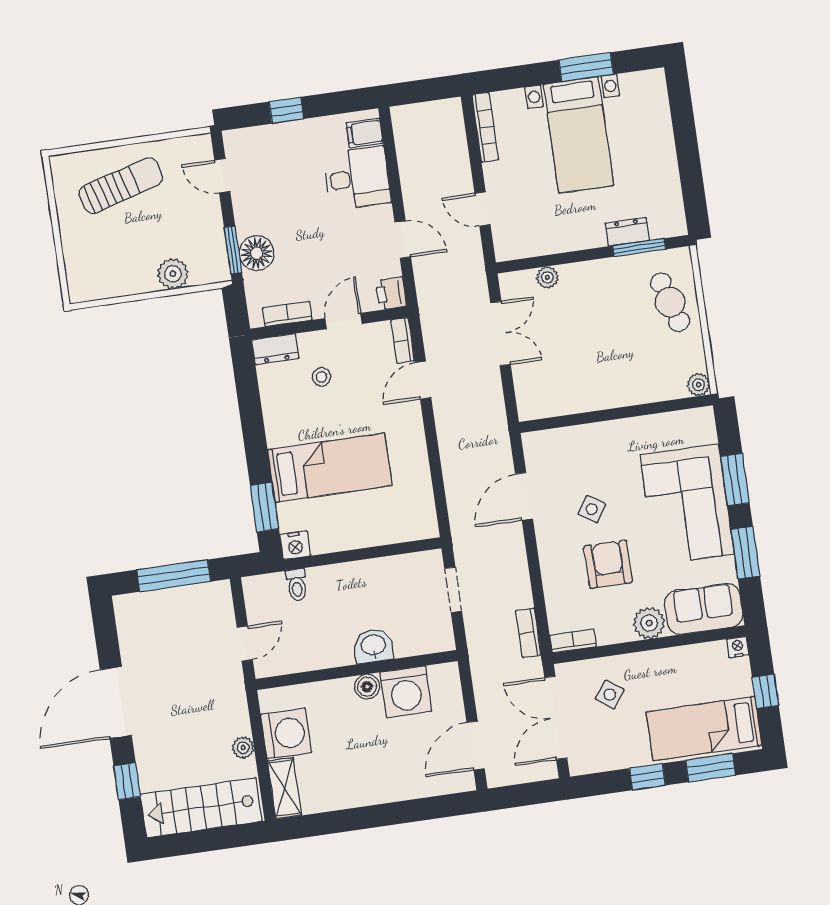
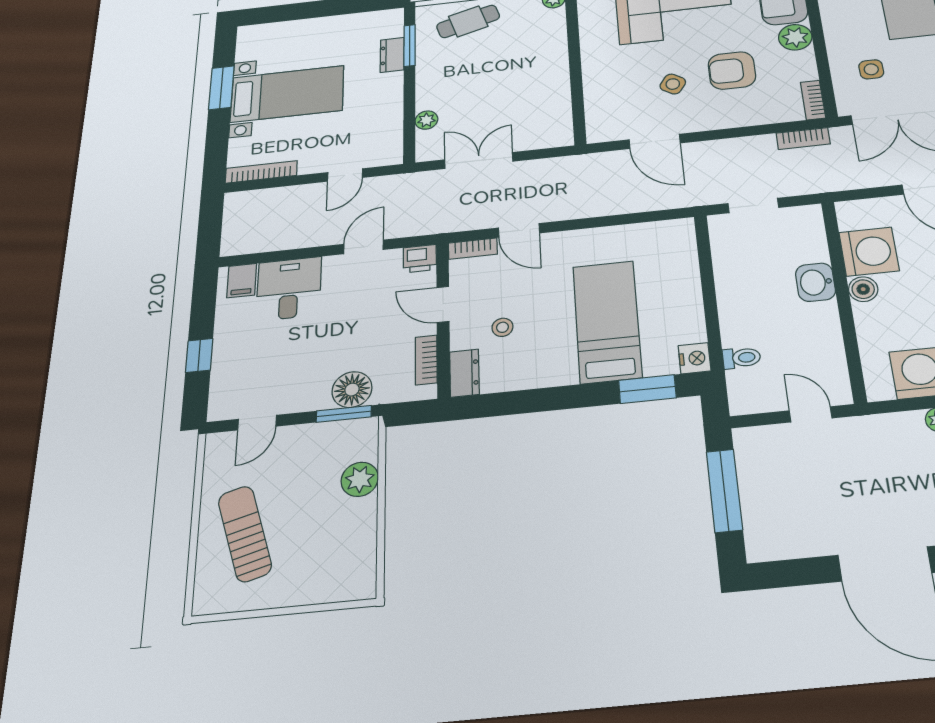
side table: (610, 695) -> (871, 69), turned -37

